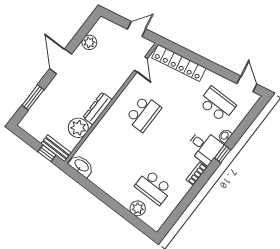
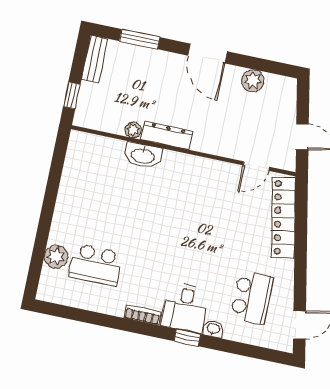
door: (61, 61) -> (208, 53), swing flipped
school desk: (143, 113) -> (191, 202), removed
plant: (78, 128) -> (133, 130), width x0.53, depth x0.53
bench: (56, 148) -> (95, 59), moved
washbasin: (81, 166) -> (143, 156), moved, turned 90
school desk: (154, 187) -> (96, 265), turned -90

